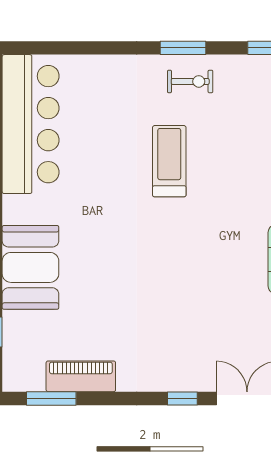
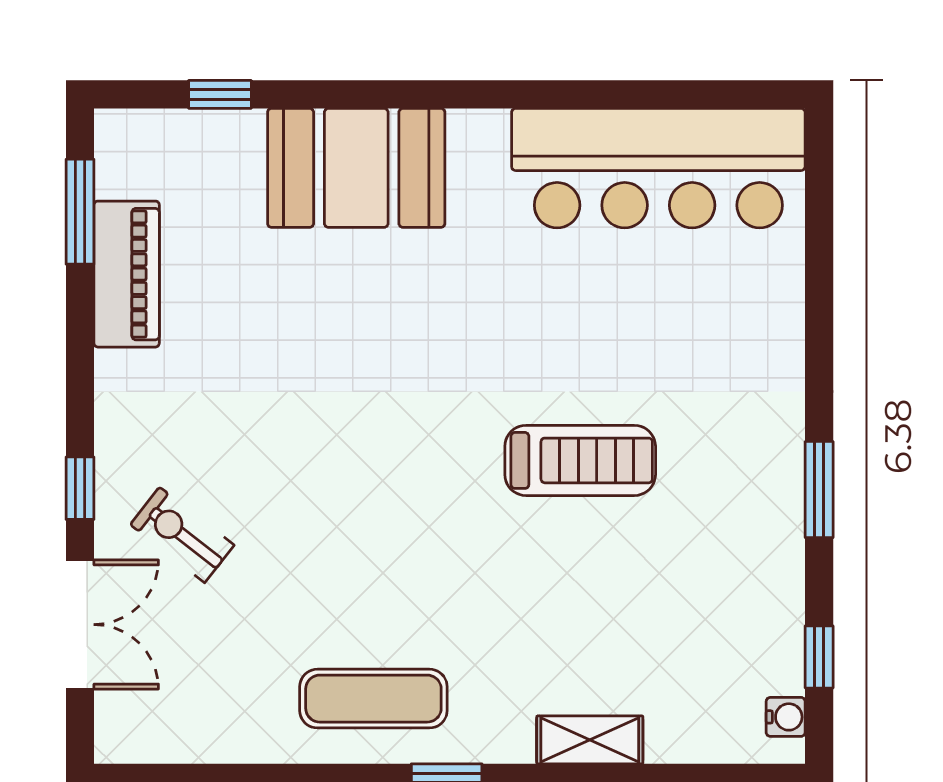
exercise bike: (190, 81) -> (182, 535), moved, turned 128

